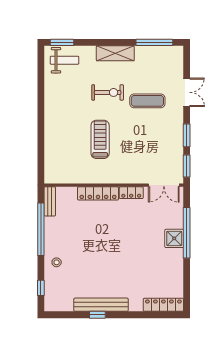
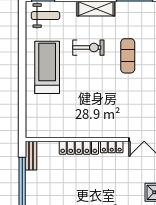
exercise mat: (147, 101) -> (128, 56), turned 90
treadmill: (100, 139) -> (47, 67), moved, width x1.37, depth x1.38

